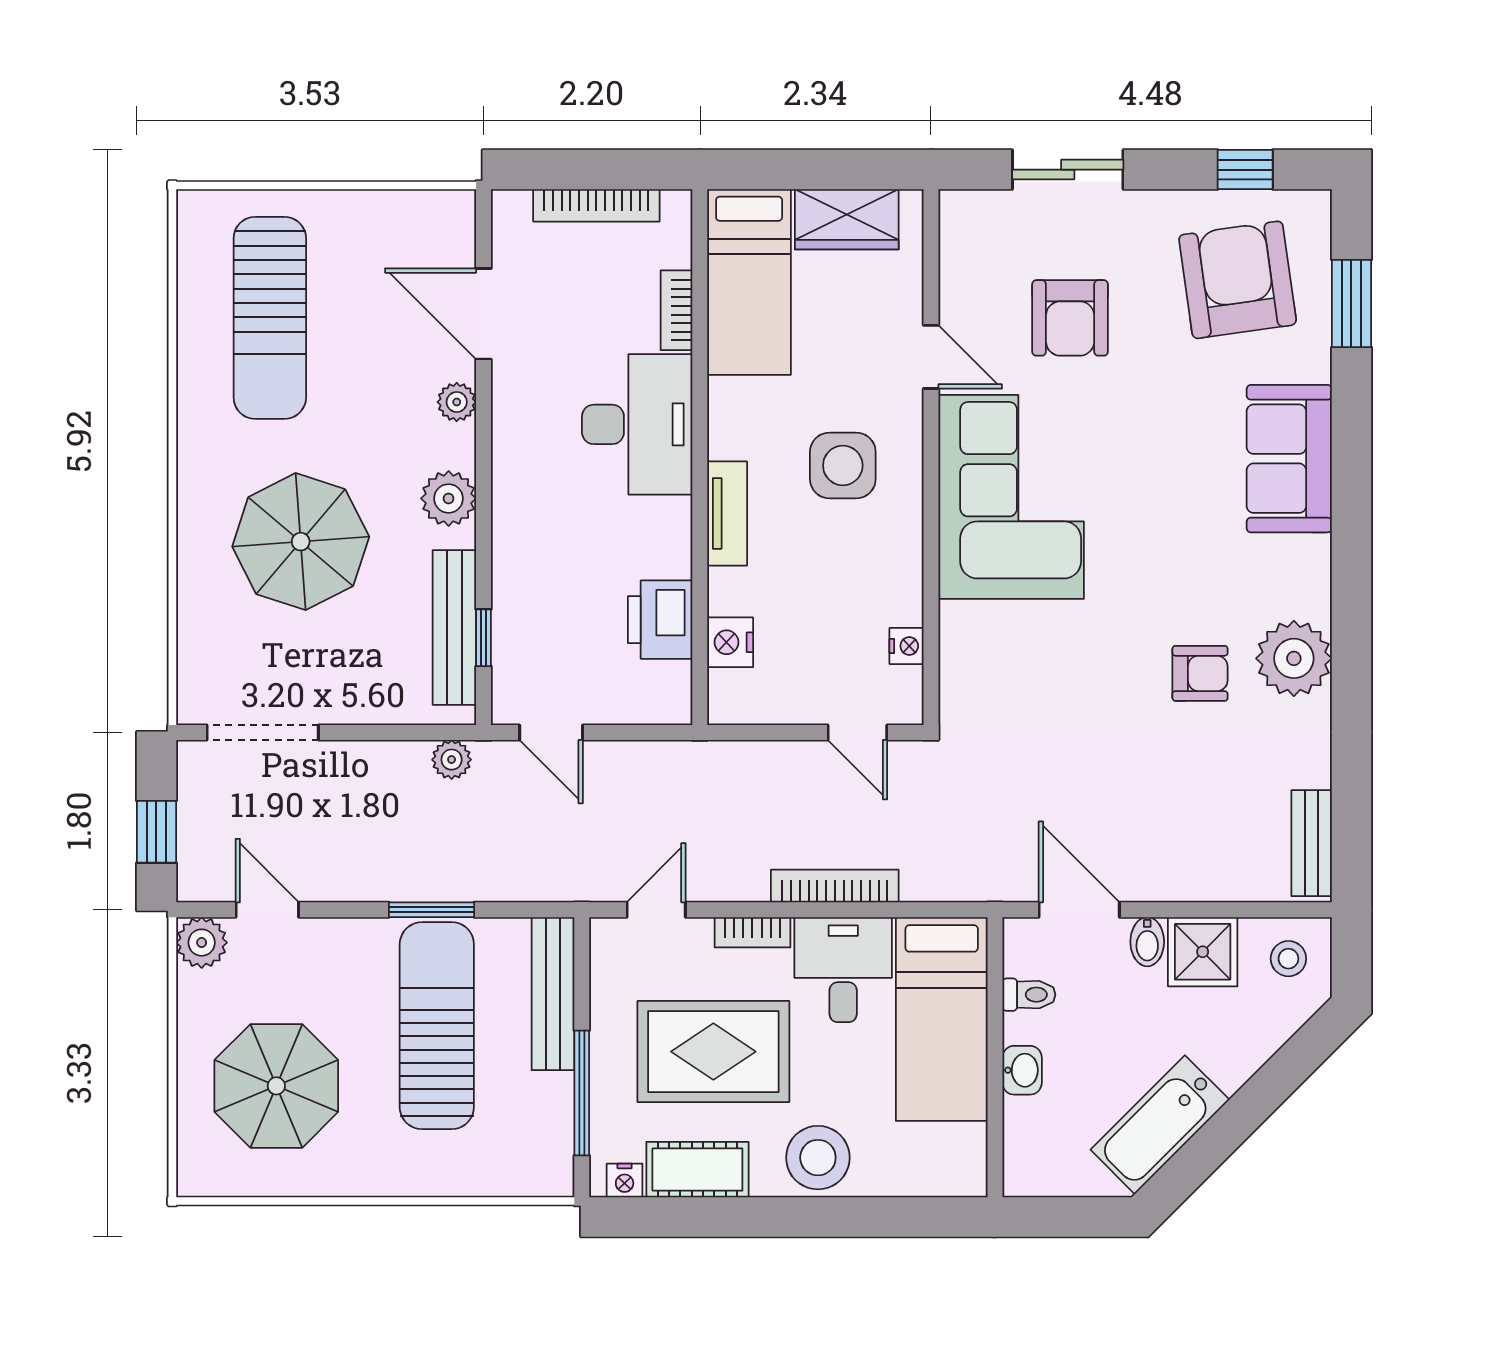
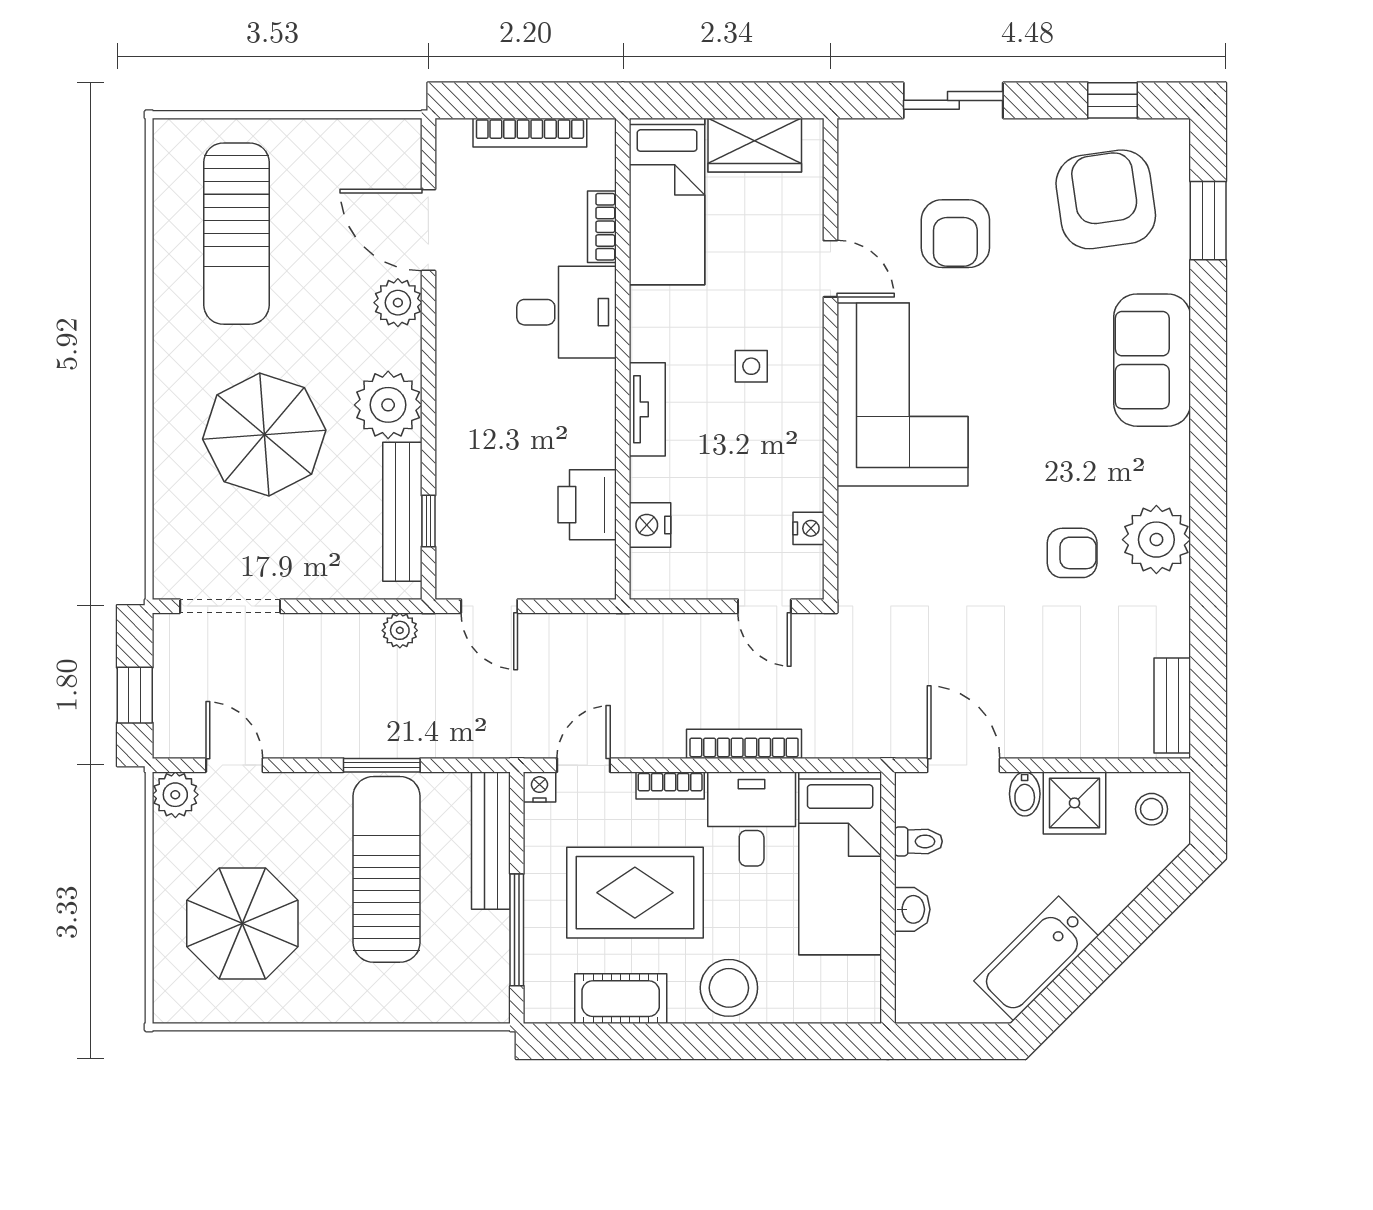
plant: (457, 402) -> (398, 303), width x1.38, depth x1.38
desk: (637, 424) -> (567, 312), width x0.73
side table: (843, 465) -> (751, 366), width x0.54, depth x0.54
plant: (449, 498) -> (388, 405), width x1.36, depth x1.36
nightstand: (625, 1180) -> (540, 787), moved, turned 180

